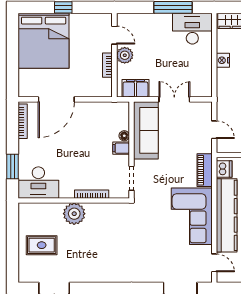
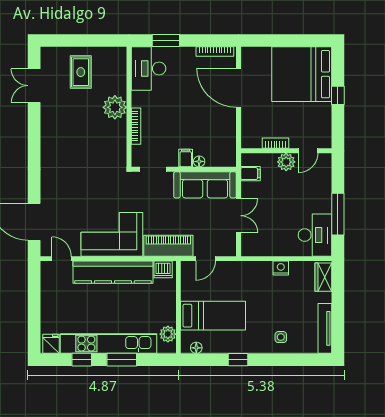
filing cabinet: (135, 88) -> (250, 174), width x0.50
piano: (205, 170) -> (168, 246), width x1.37, depth x1.33
door: (214, 263) -> (62, 259), swing flipped

